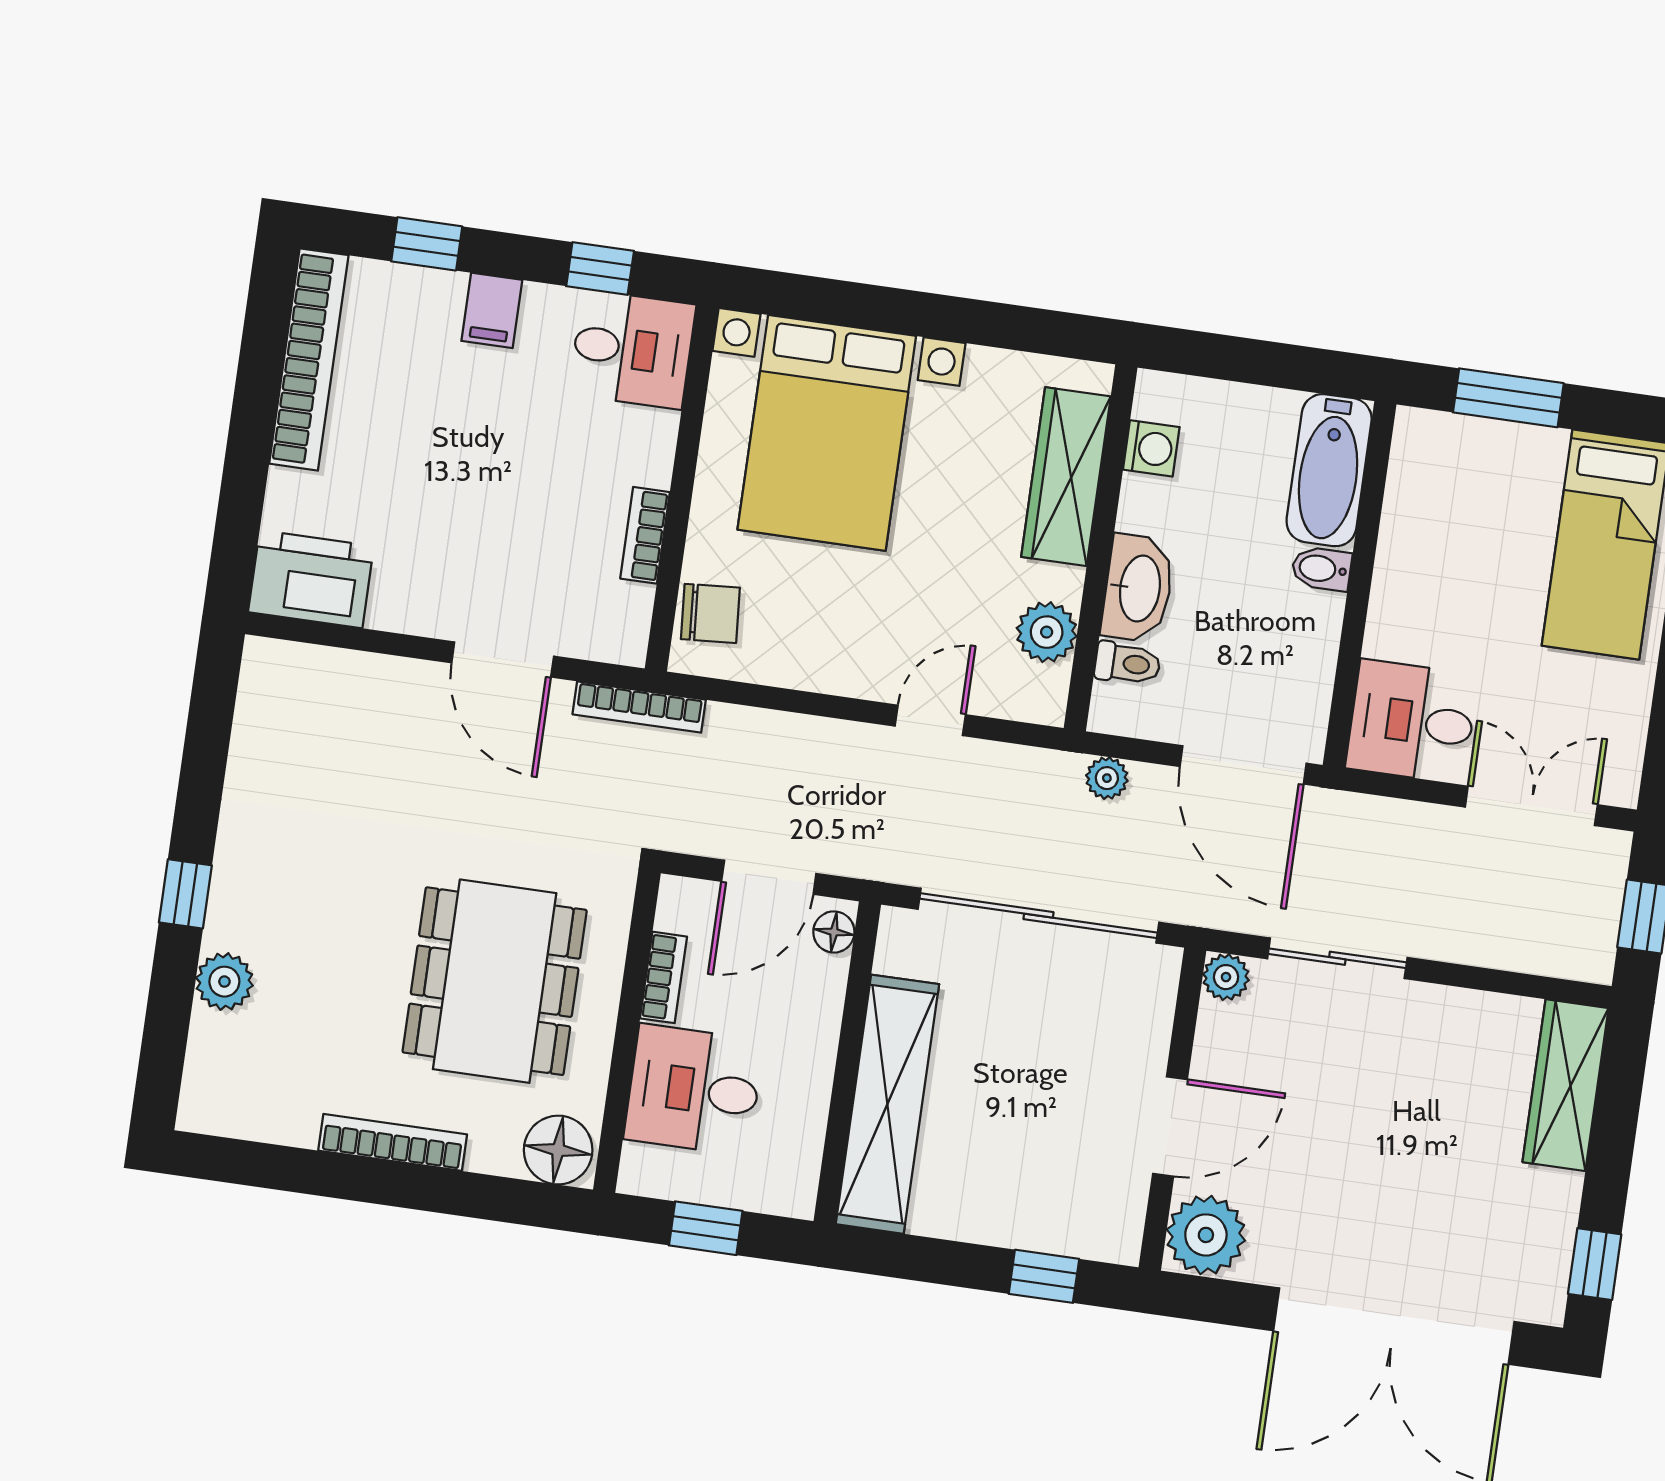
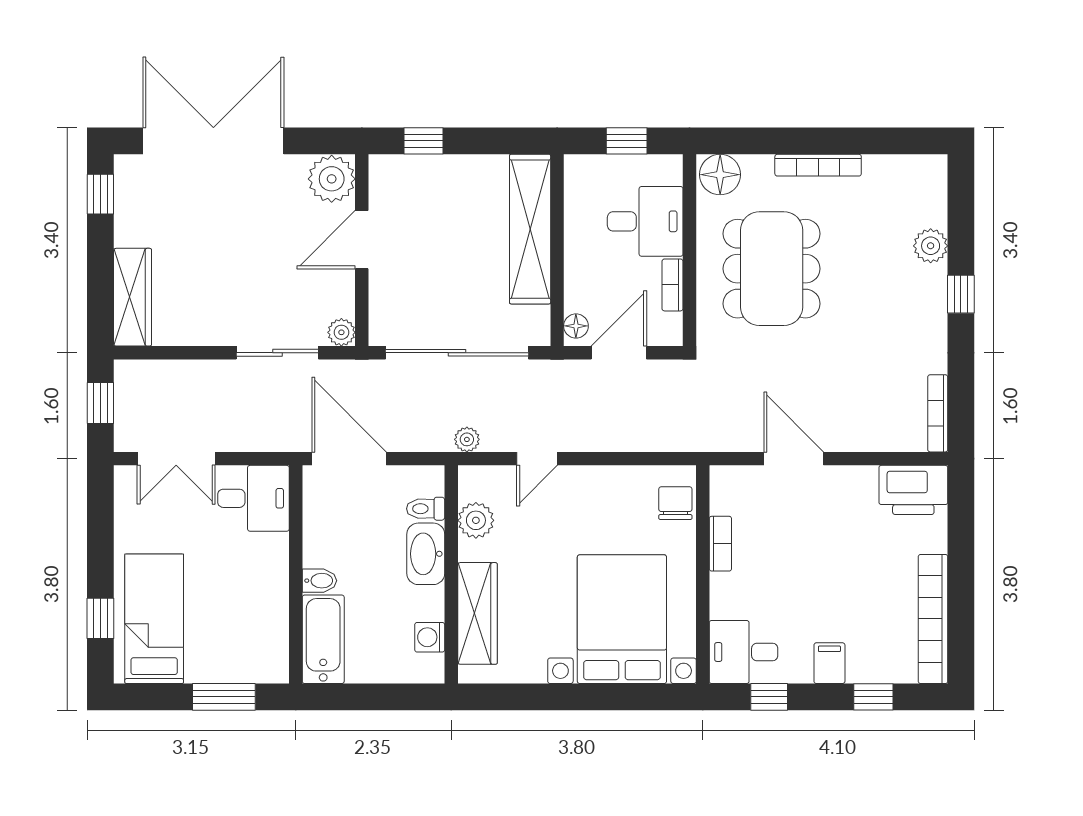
chair: (710, 613) -> (675, 503), turned 94
bookcase: (639, 707) -> (938, 413), moved, turned -90
plant: (1107, 778) -> (467, 439), moved

